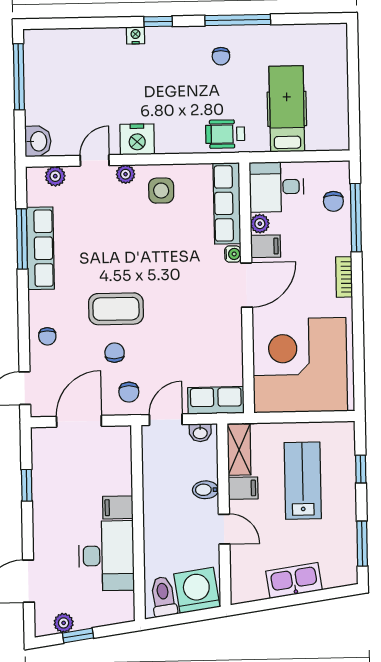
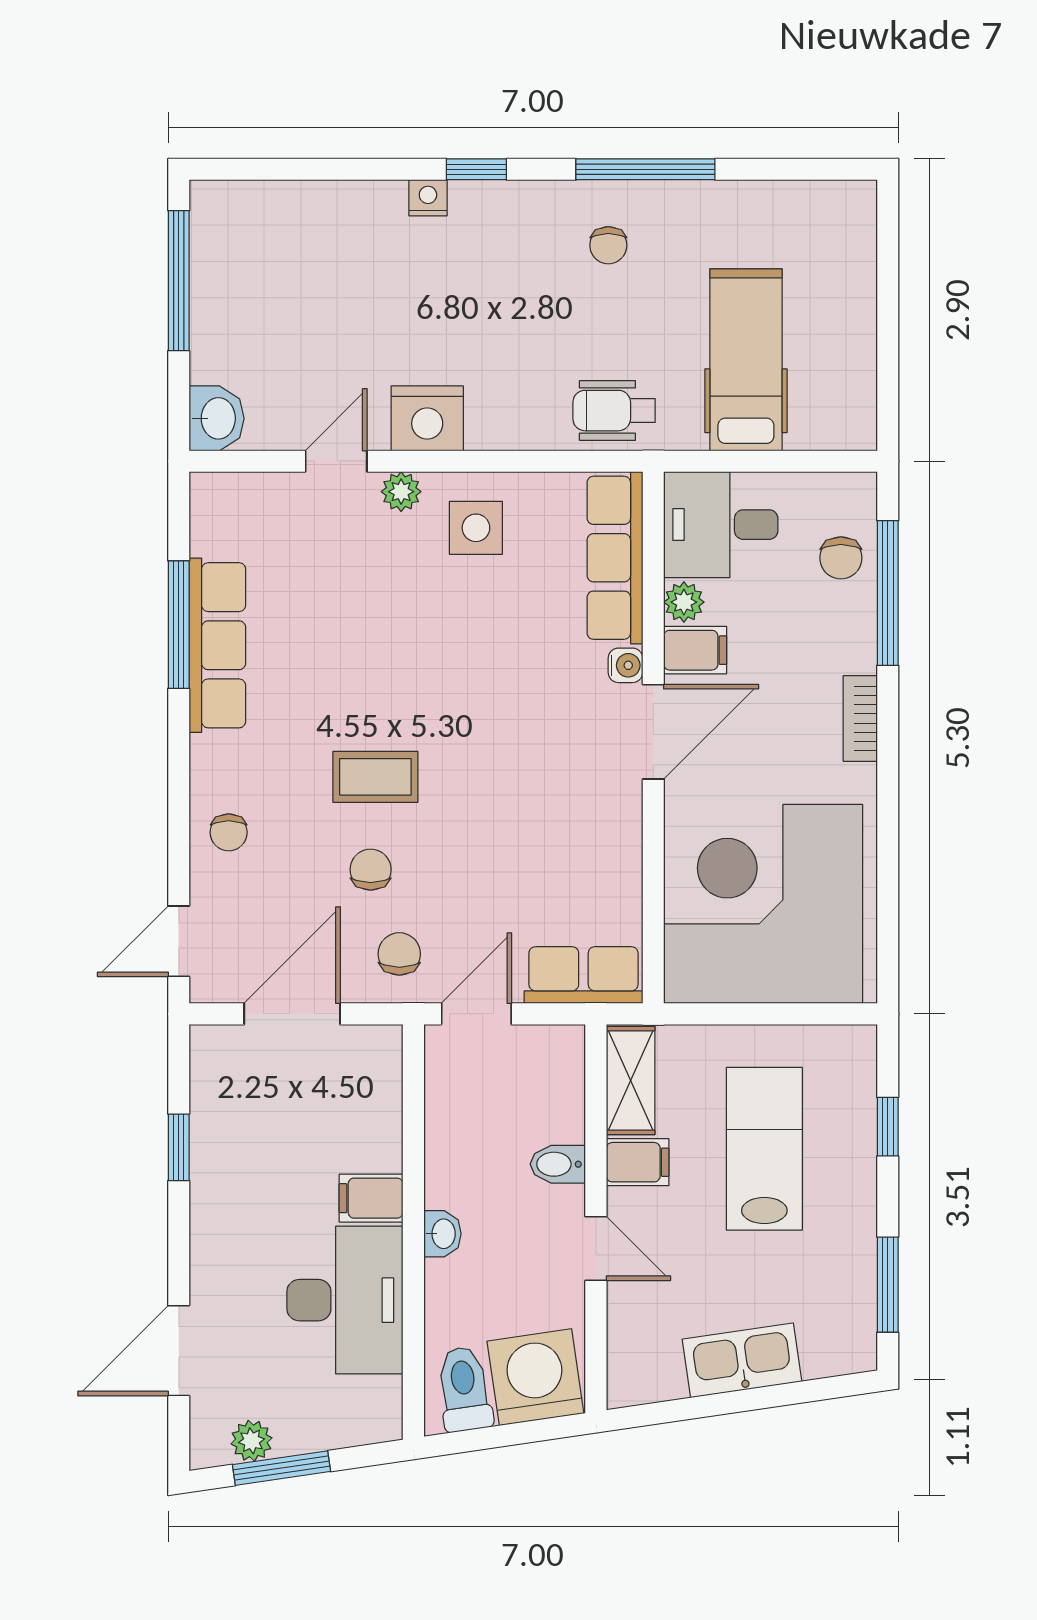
plant: (55, 176) -> (252, 493), removed
coffee table: (116, 309) -> (375, 777), width x0.73, depth x0.77
chair: (129, 392) -> (399, 954), turned 180
washbasin: (200, 433) -> (443, 1234), moved, turned -90
window: (78, 635) -> (282, 1468), width x1.50

